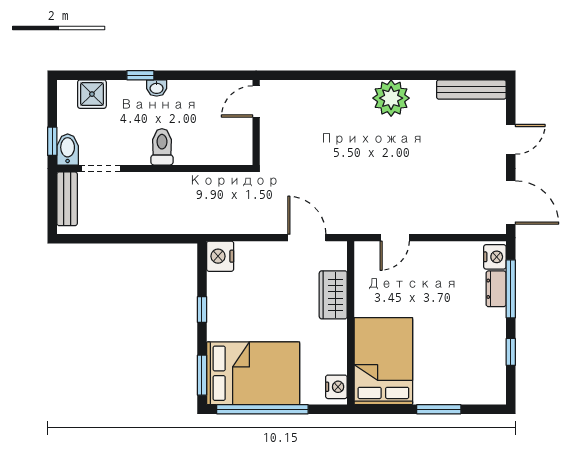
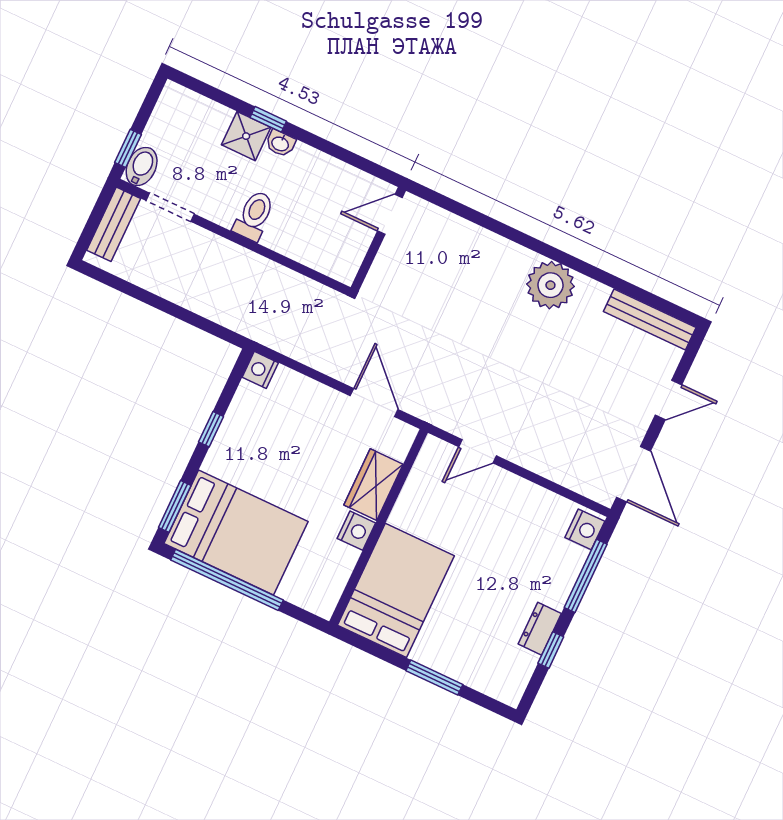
shower: (92, 94) -> (246, 136), moved
nightstand: (220, 256) -> (260, 370), width x0.74, depth x0.75
dresser: (496, 289) -> (540, 629), moved
nightstand: (336, 387) -> (356, 531), moved

